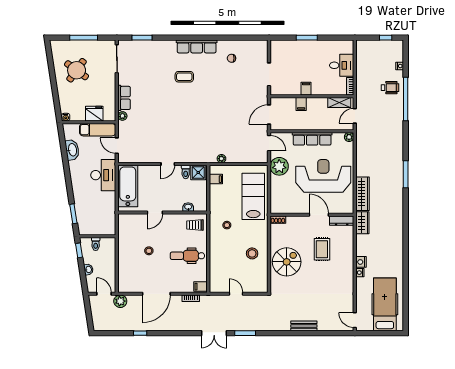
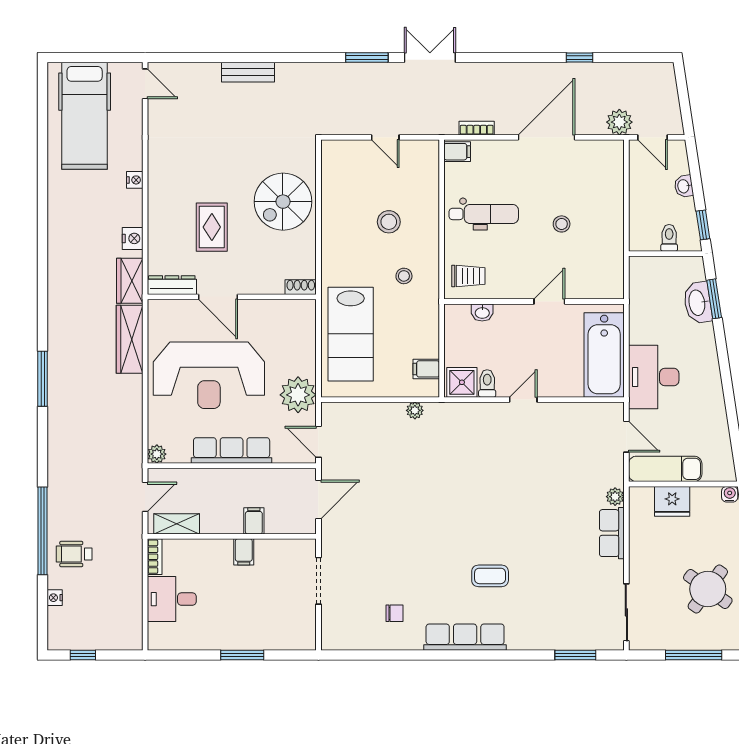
washbasin: (72, 150) -> (698, 303), moved
stool: (252, 253) -> (389, 222), moved
nightstand: (361, 262) -> (133, 238), moved

